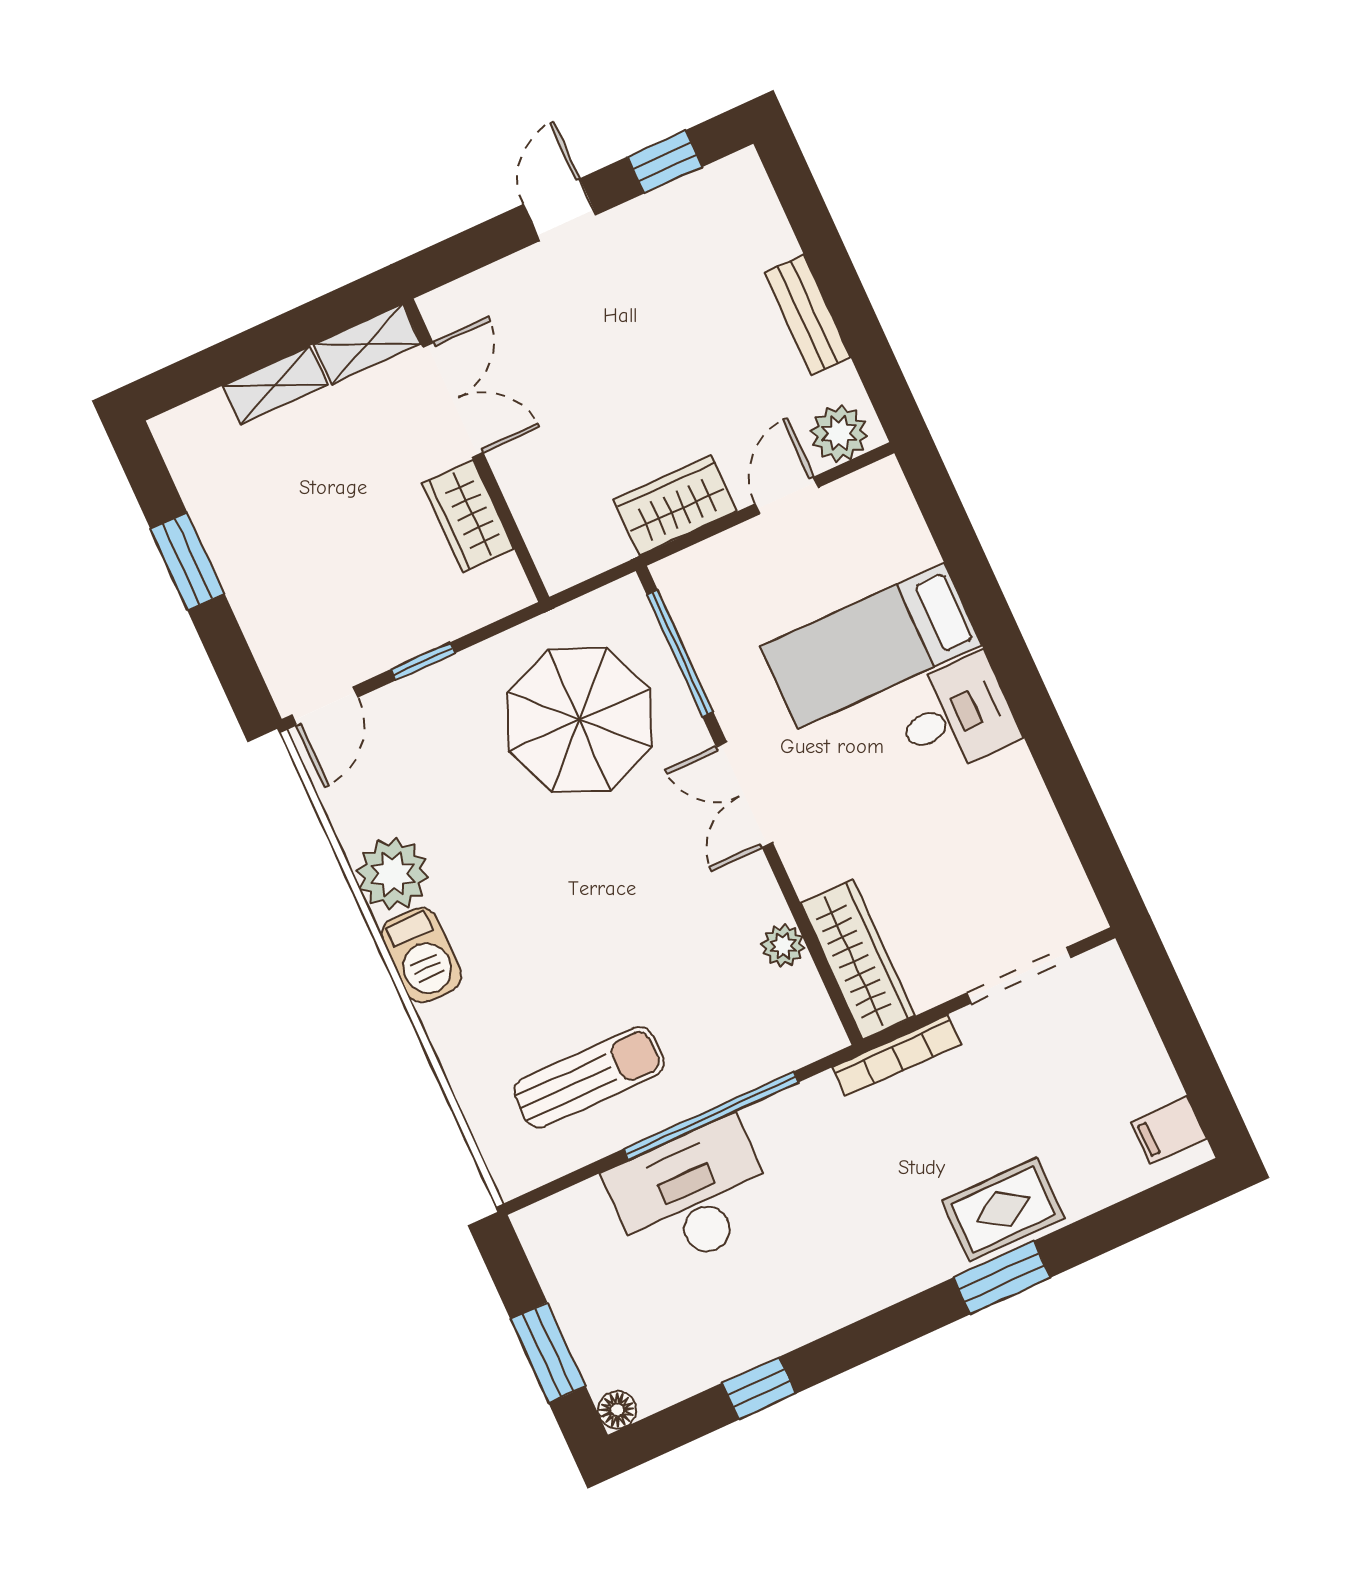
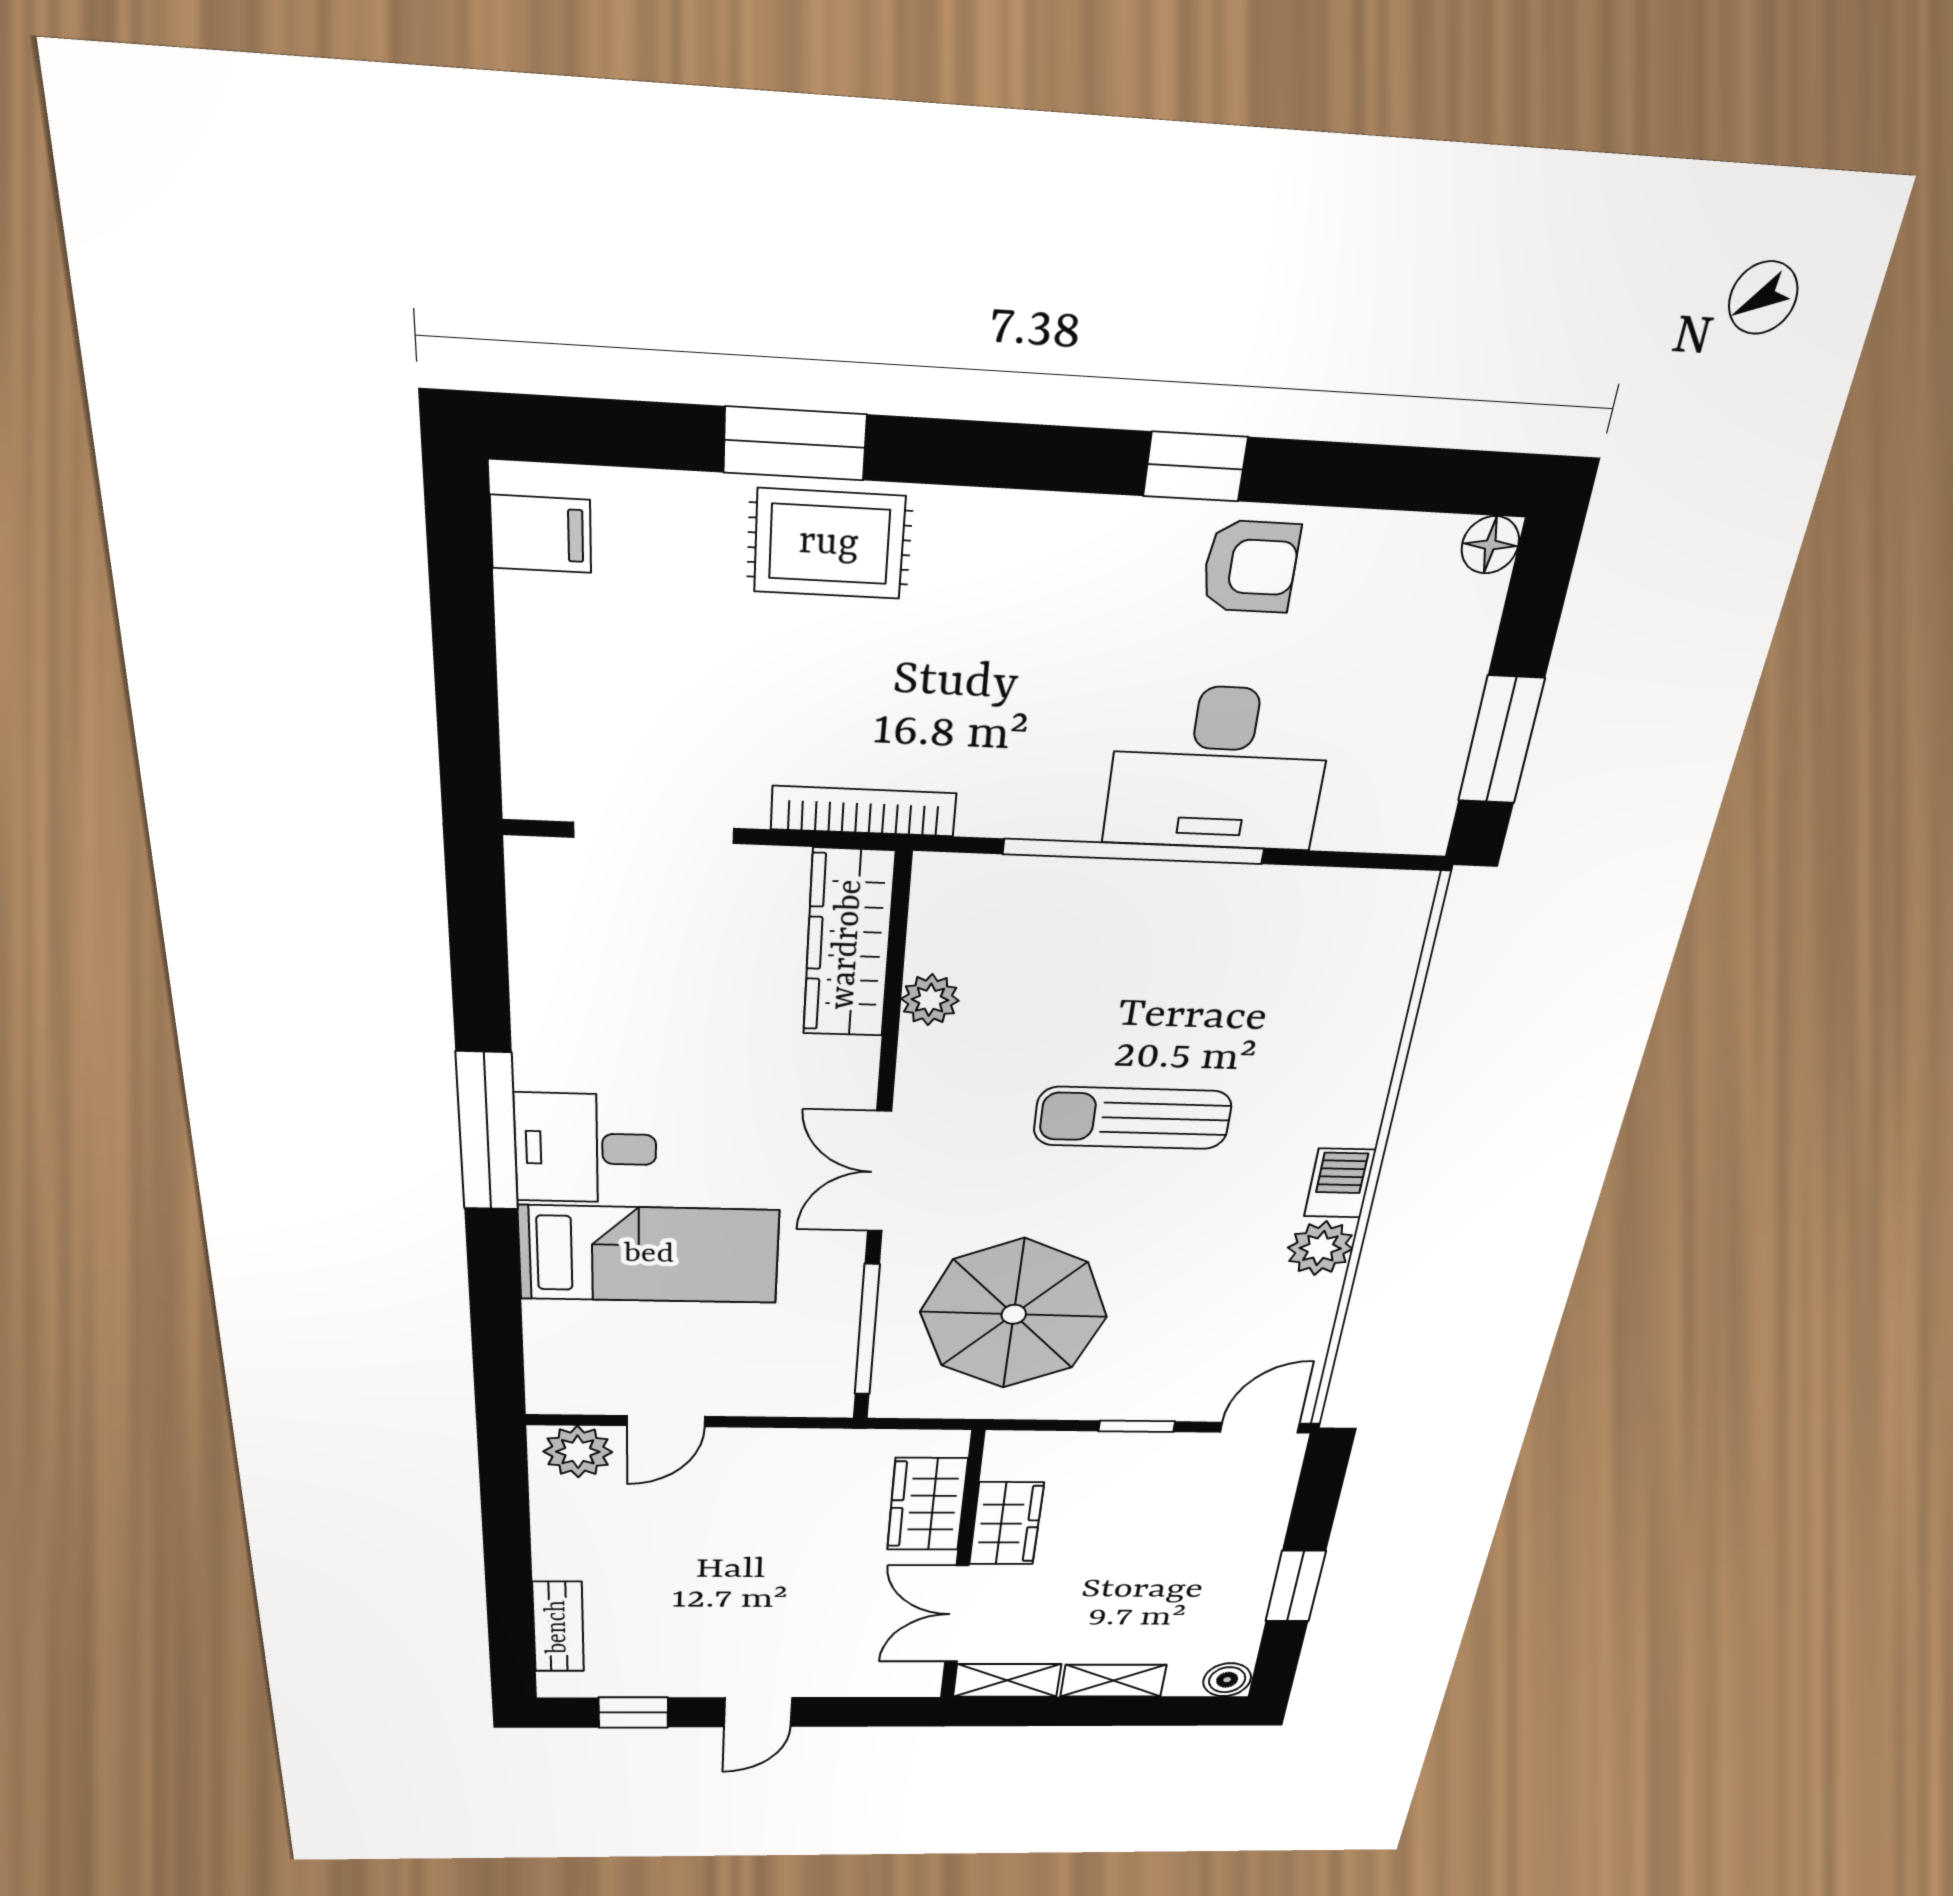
bench: (807, 315) -> (558, 1627), moved
boiler: (177, 431) -> (1227, 1680), added
wardrobe: (675, 505) -> (927, 1504), moved, turned 90
window: (1028, 697) -> (487, 1132), added
double door: (744, 795) -> (879, 1172), swing flipped
plant: (393, 874) -> (1320, 1248), width x0.73, depth x0.73
barbecue: (421, 955) -> (1340, 1183), width x0.73, depth x0.79
sun lounger: (589, 1077) -> (1133, 1118), moved
window: (1002, 1278) -> (795, 444), moved
armchair: (751, 1324) -> (1250, 567), added
window: (548, 1353) -> (1501, 740), moved
window: (759, 1388) -> (1195, 467), moved

